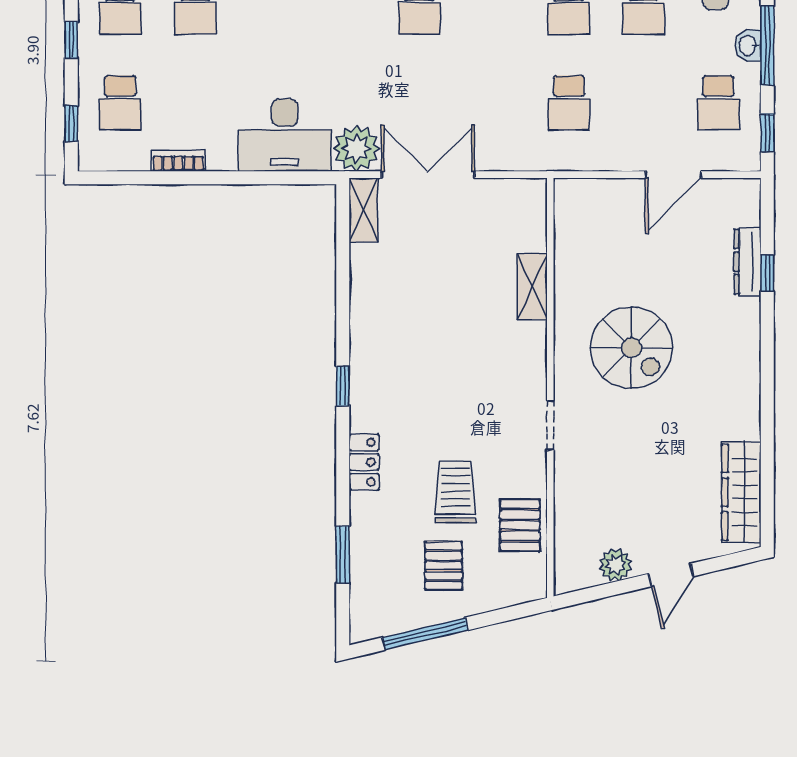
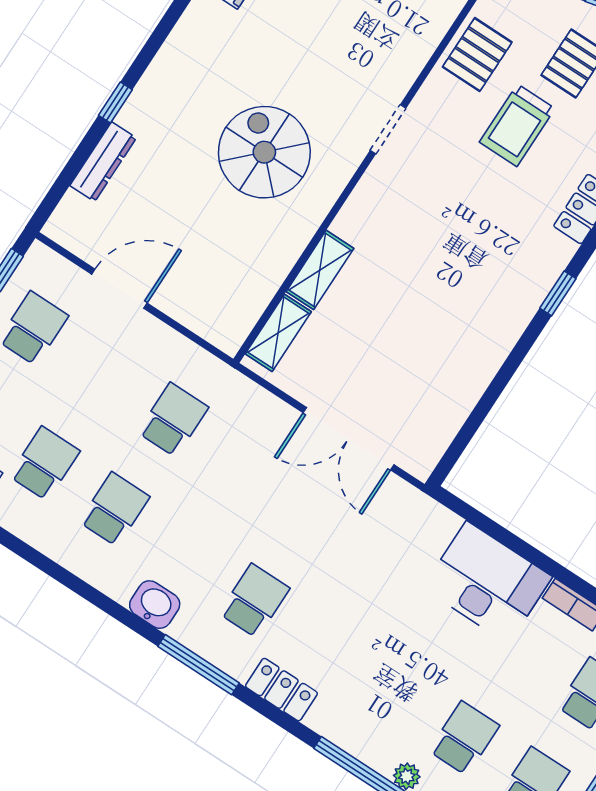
desk: (285, 135) -> (487, 582), moved
plant: (357, 148) -> (399, 507), removed
shelving: (363, 210) -> (278, 333), moved
window: (767, 273) -> (115, 102), moved

